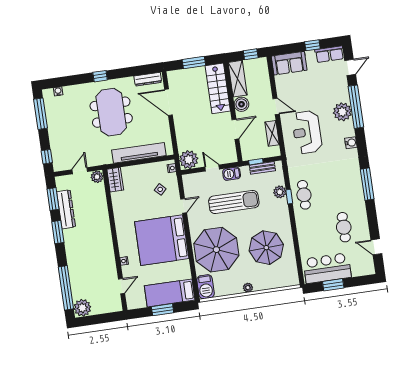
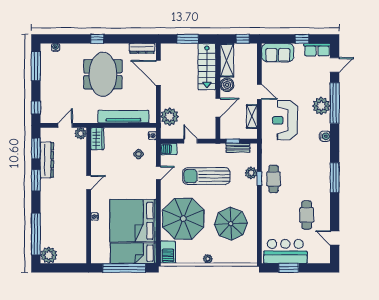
plant: (189, 160) -> (170, 117), moved
barbecue: (232, 174) -> (169, 149), moved
sun lounger: (234, 202) -> (206, 176), turned 180
bed: (162, 240) -> (133, 221), moved
door: (122, 286) -> (89, 183), moved
window: (163, 310) -> (124, 268), width x2.11

